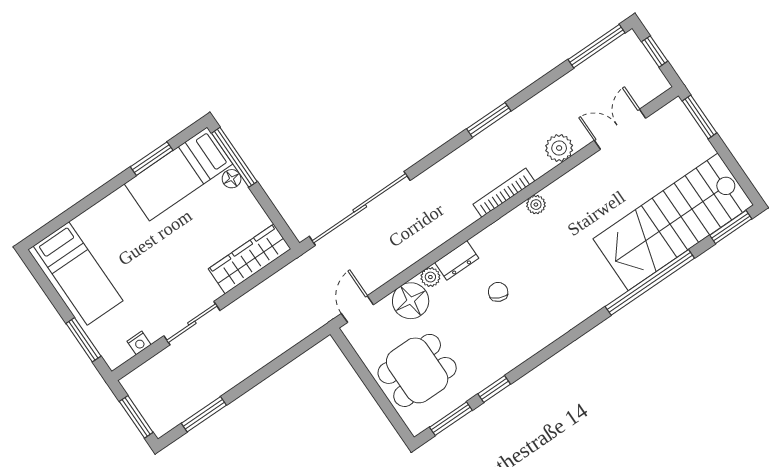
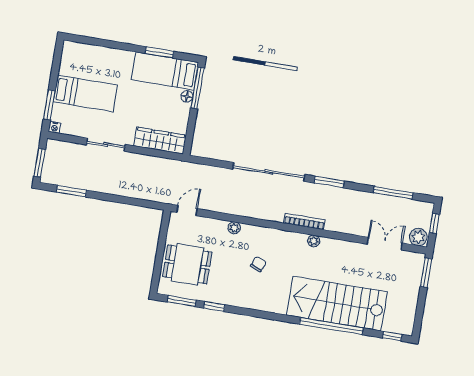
window: (596, 46) -> (393, 193), moved
plant: (559, 148) -> (418, 237), moved
sliding door: (360, 208) -> (269, 172), moved
stairs: (673, 222) -> (337, 304), moved
window: (731, 227) -> (392, 336), width x0.67
dresser: (457, 260) -> (253, 232), removed
bed: (78, 273) -> (85, 93), moved, turned -90
floor lamp: (411, 301) -> (215, 230), removed
nightstand: (139, 343) -> (55, 127), moved

